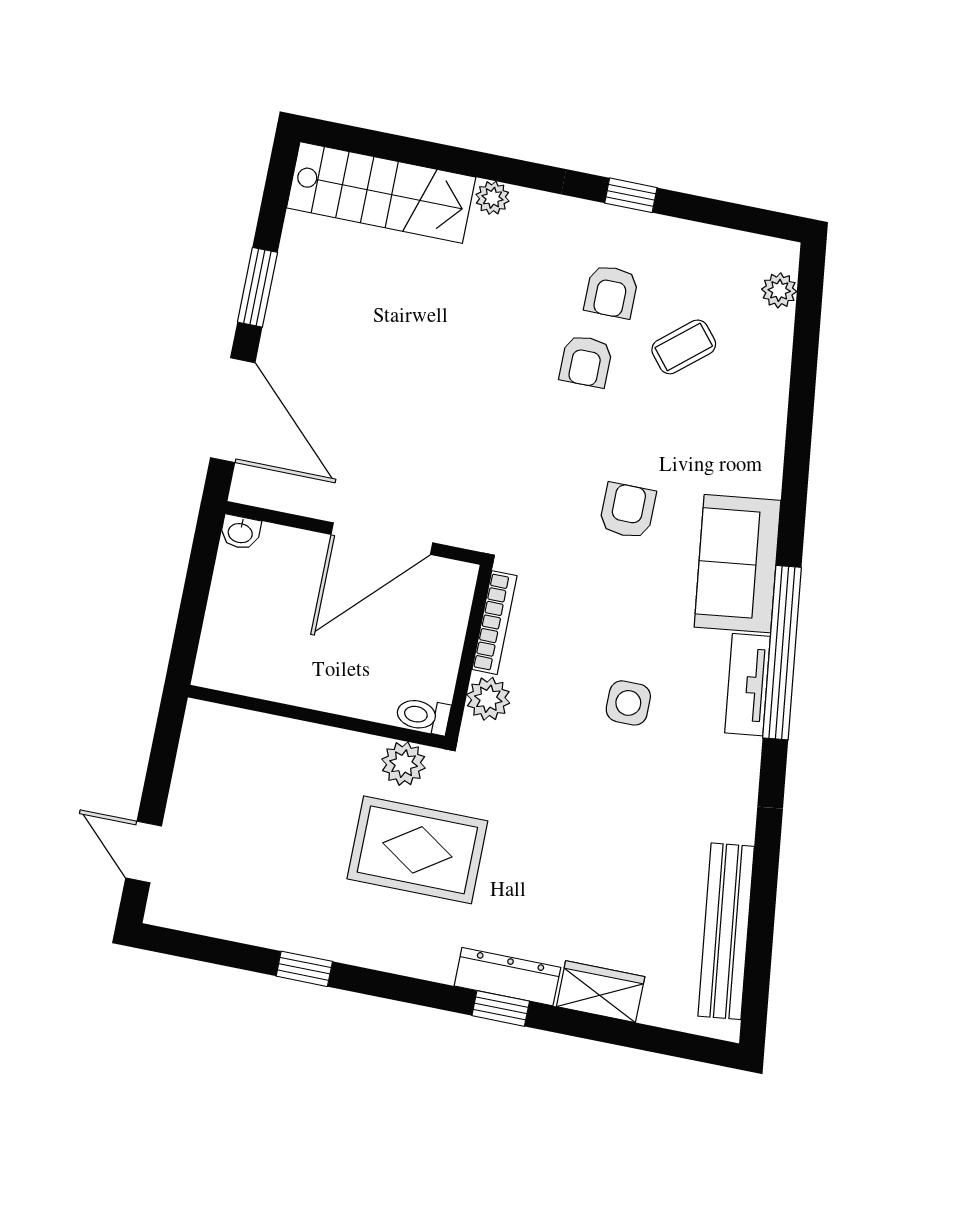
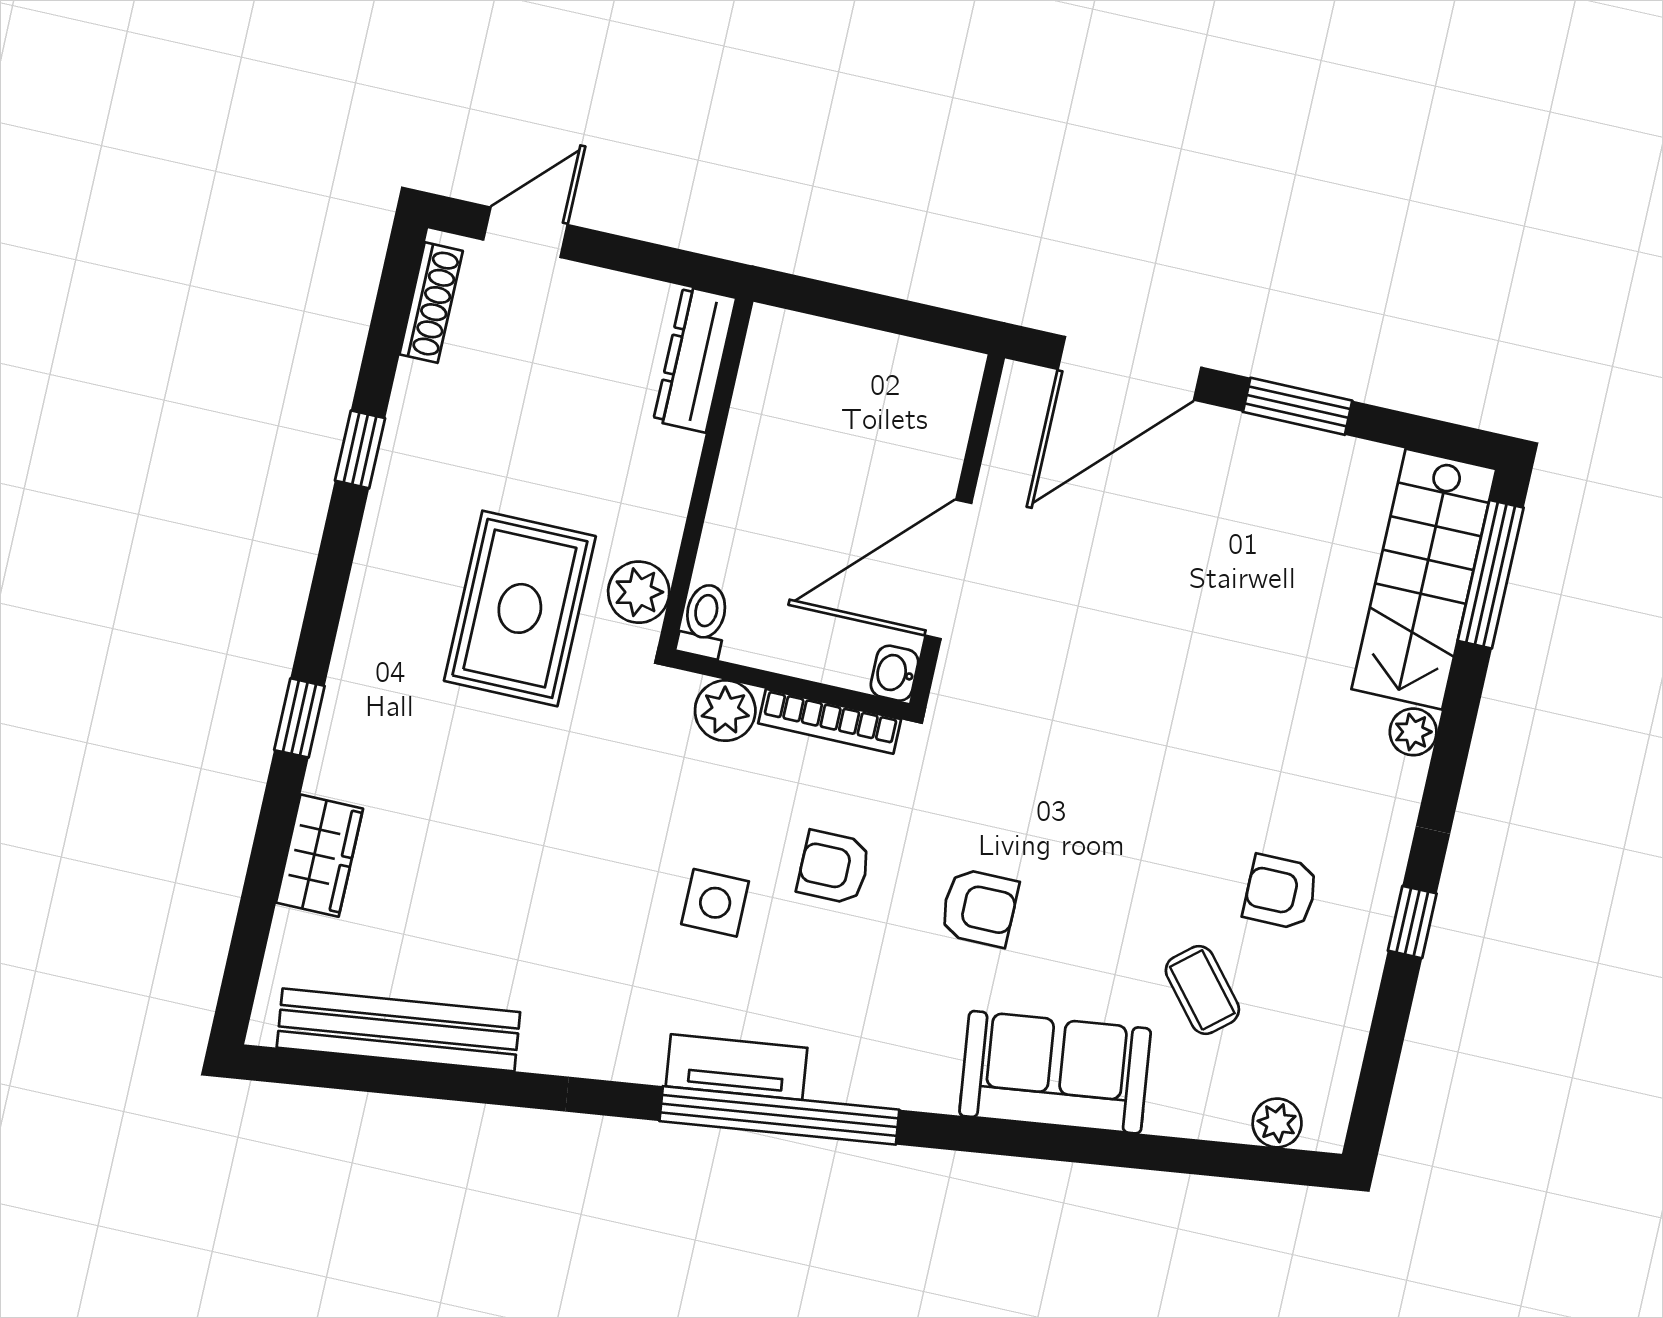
window: (376, 144) -> (1491, 574), added
armchair: (586, 361) -> (834, 867), moved
washbasin: (240, 532) -> (894, 673), moved
door: (382, 539) -> (948, 569), hinge flipped
sofa: (737, 564) -> (1055, 1072), moved
shoe rack: (196, 919) -> (431, 303), added
dresser: (507, 977) -> (695, 359), moved, turned 180

